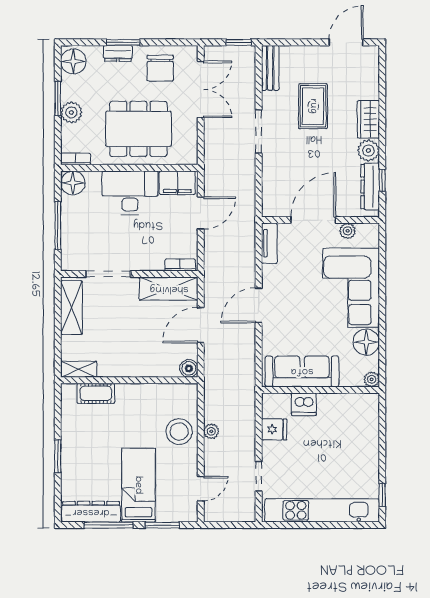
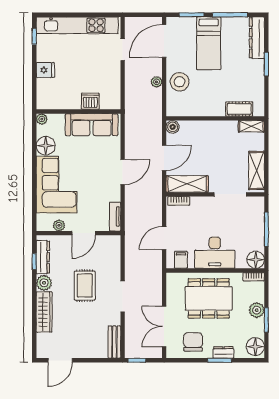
rug: (313, 106) -> (85, 286), moved
wardrobe: (368, 119) -> (44, 312), width x1.50
filing cabinet: (177, 183) -> (181, 260), width x0.50
door: (313, 220) -> (84, 233), width x0.73
fridge: (274, 429) -> (45, 70), moved, turned 180
door: (201, 488) -> (164, 41), width x1.88
dresser: (91, 512) -> (257, 38), moved, turned 90

